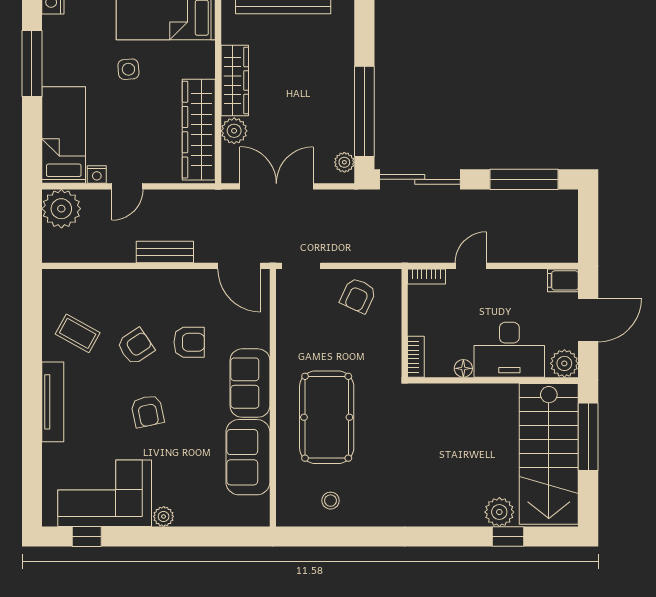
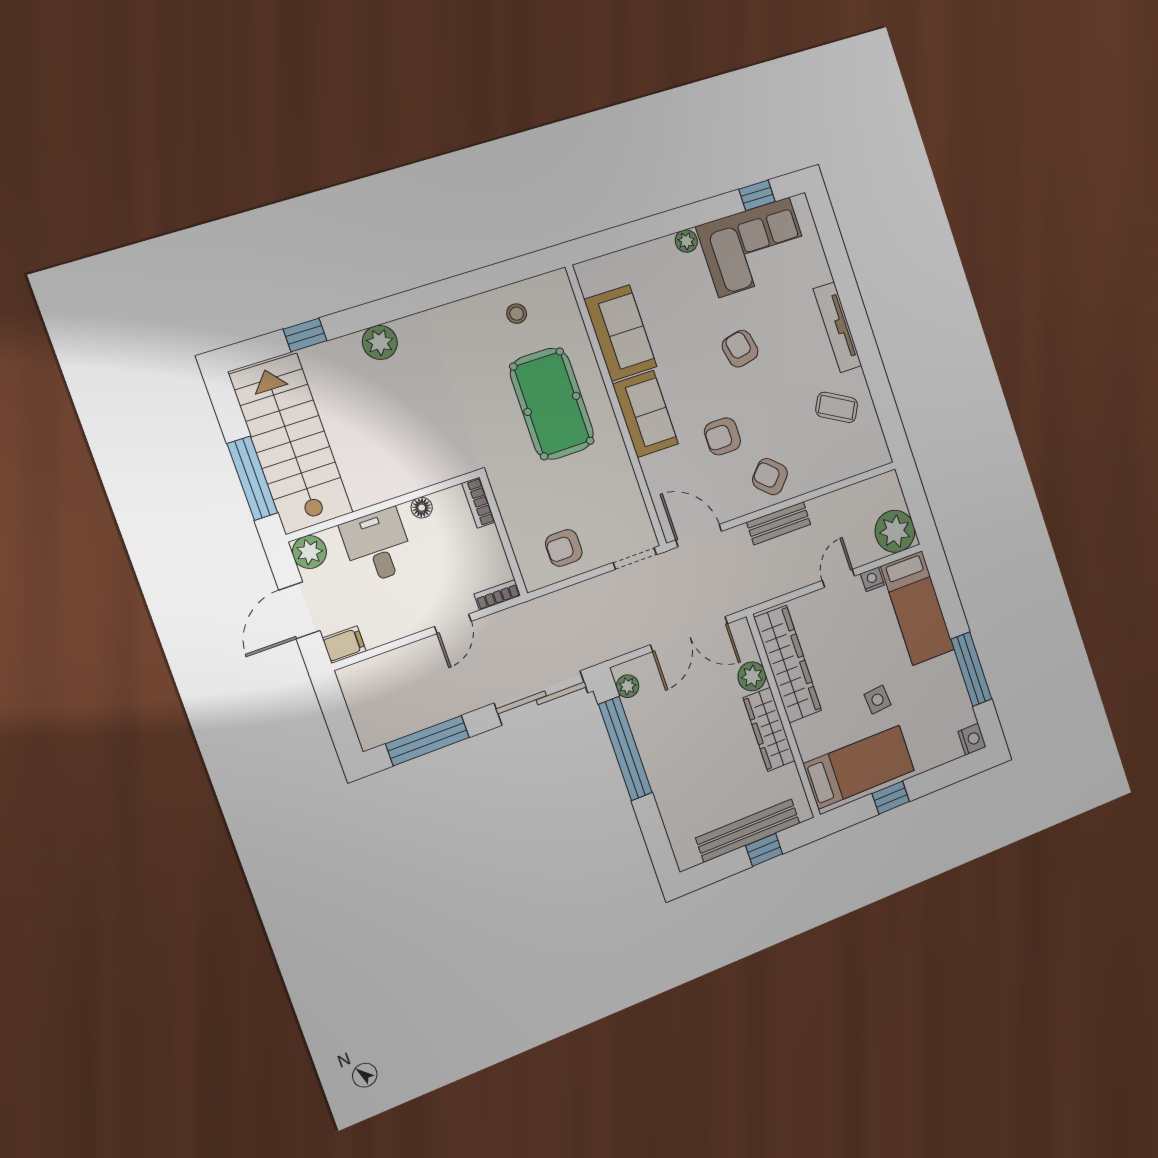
armchair: (358, 296) -> (564, 548), turned -115
armchair: (136, 346) -> (770, 477), moved, turned 77
desk: (509, 350) -> (377, 546), width x0.73
plant: (499, 512) -> (380, 342), moved

